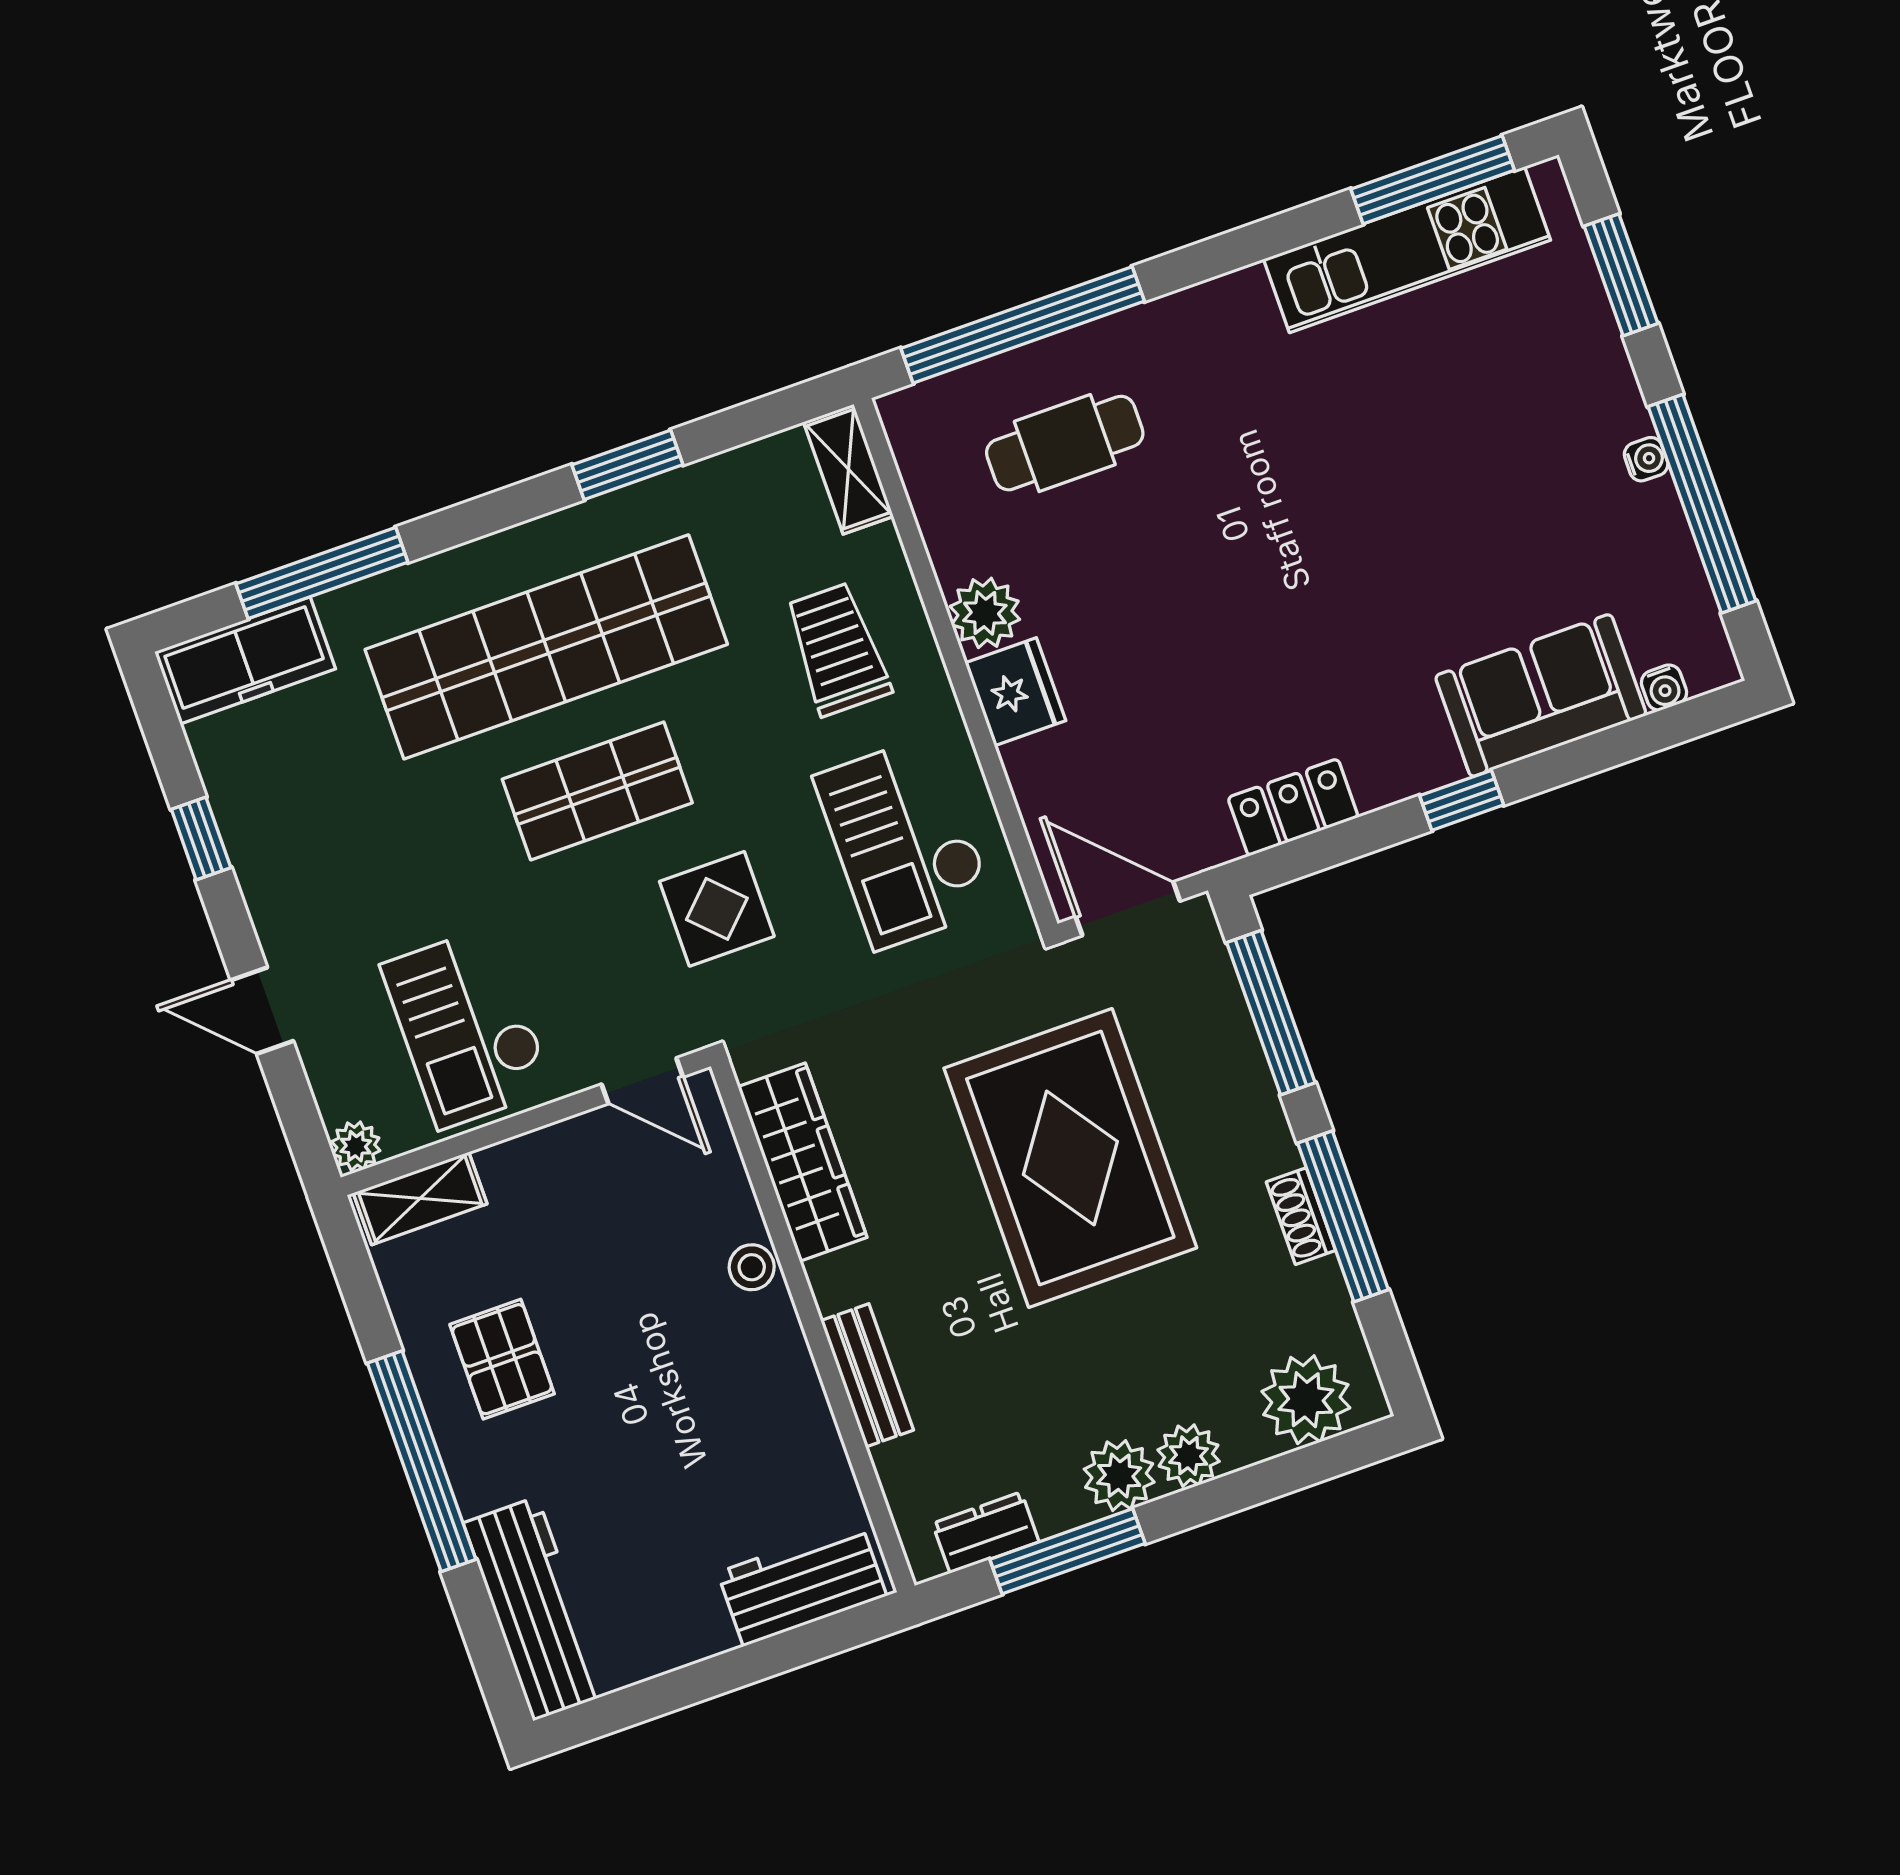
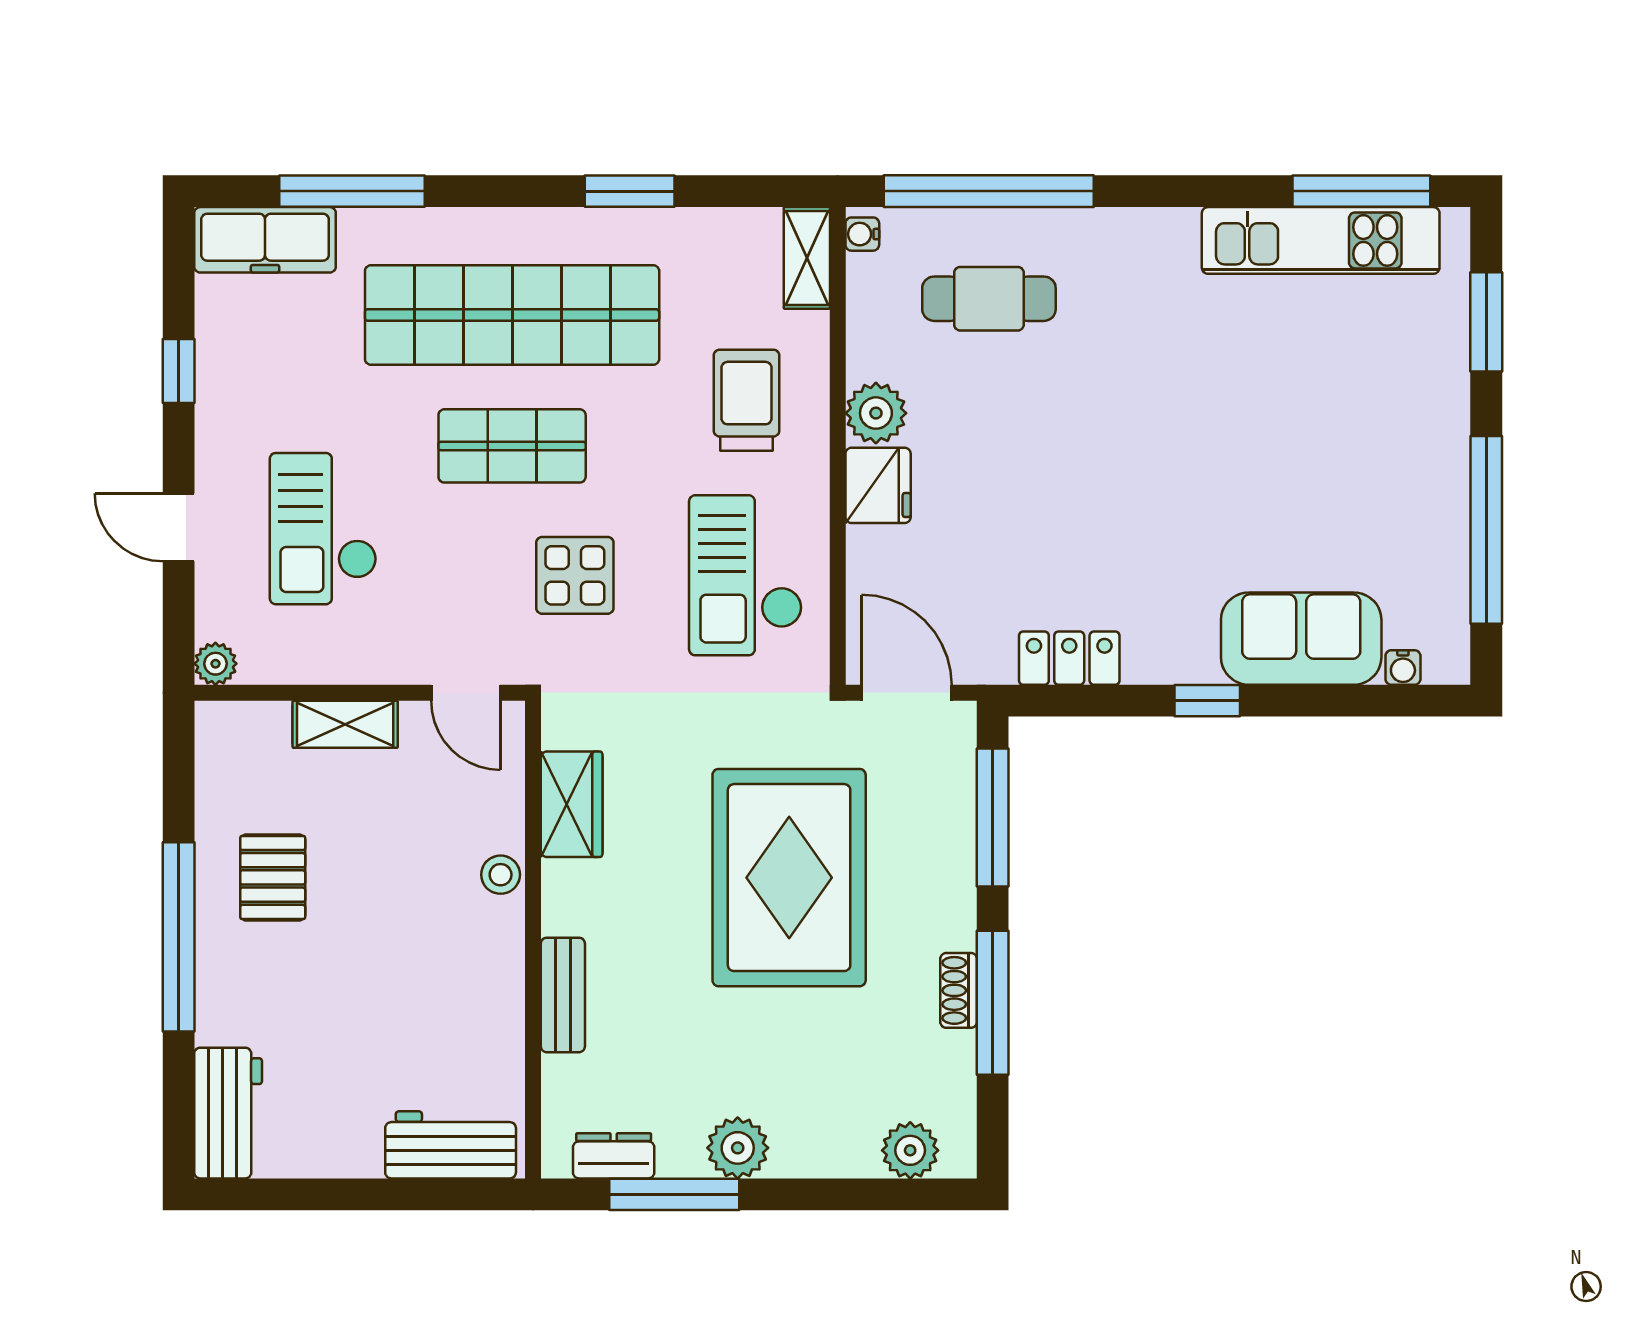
water cooler: (1646, 459) -> (862, 234), moved, turned 180
checkout: (467, 1027) -> (323, 529), moved
wardrobe: (802, 1162) -> (572, 804), width x0.67
shelving: (420, 1198) -> (345, 724), moved
plant: (1306, 1400) -> (910, 1150), width x0.73, depth x0.73
plant: (1189, 1456) -> (799, 1152), removed
workbench: (535, 1609) -> (228, 1113), width x0.73

